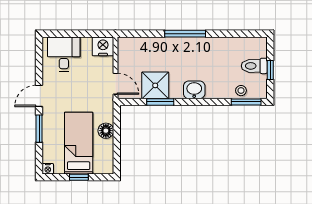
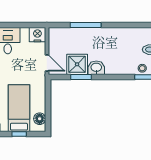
window: (185, 34) -> (86, 25), moved
washbasin: (194, 90) -> (96, 68), moved
floor lamp: (106, 131) -> (40, 119), moved

